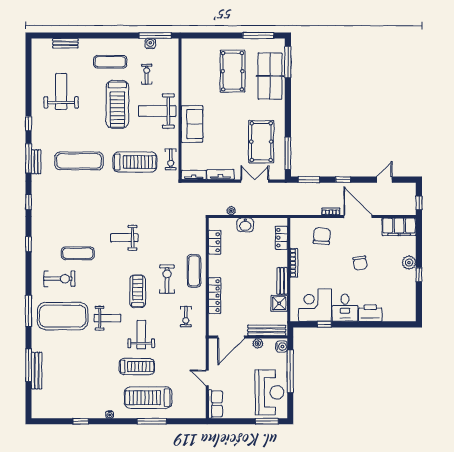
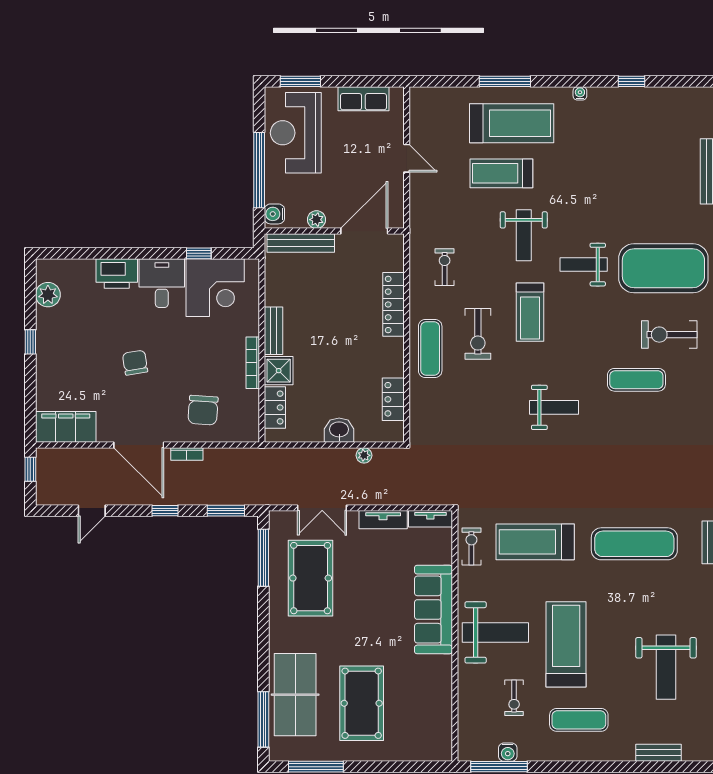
sofa: (192, 124) -> (433, 610), width x1.36
plant: (409, 262) -> (48, 295), moved
shower: (279, 303) -> (279, 371), moved
treadmill: (137, 367) -> (501, 173), moved
row of seats: (215, 404) -> (363, 99), moved, turned -90

